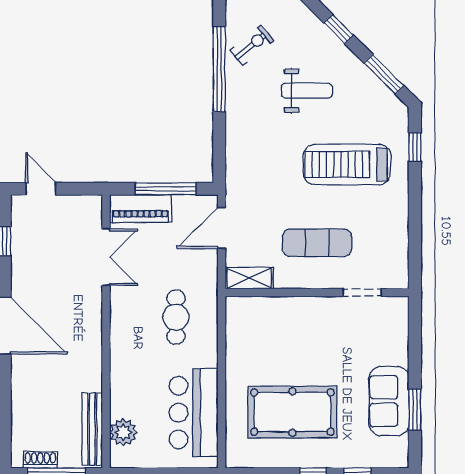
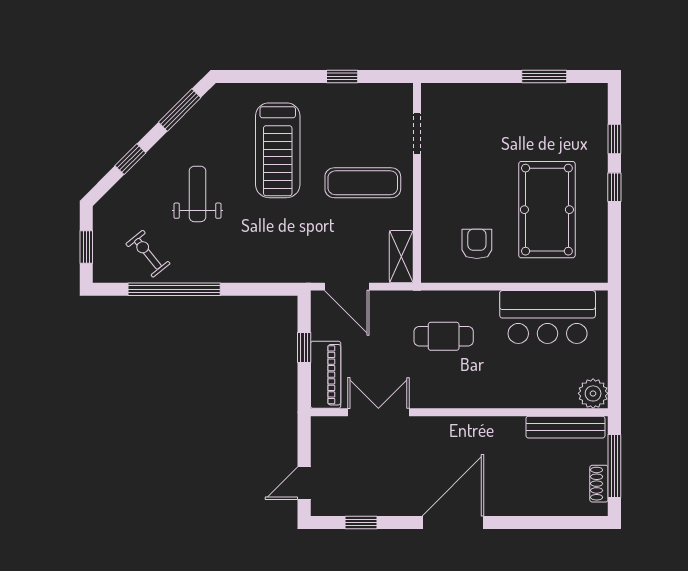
window: (415, 147) -> (342, 76), moved
window: (166, 189) -> (304, 347), width x0.46
exercise mat: (317, 243) -> (363, 183), turned 90
armchair: (261, 348) -> (477, 244), added
sofa: (389, 401) -> (535, 105), removed
plant: (123, 432) -> (593, 393), moved

